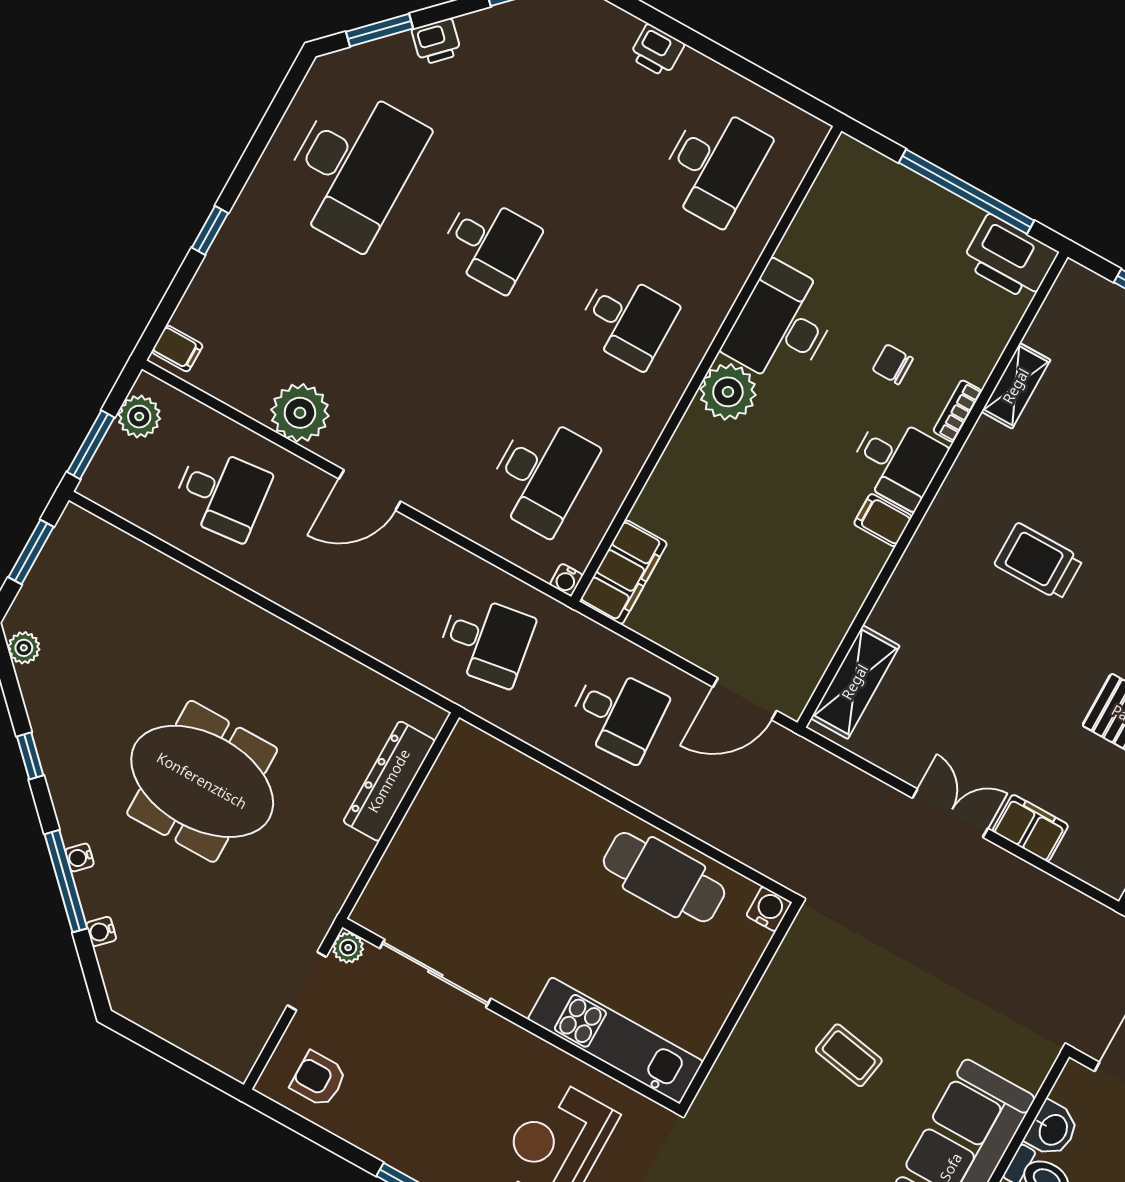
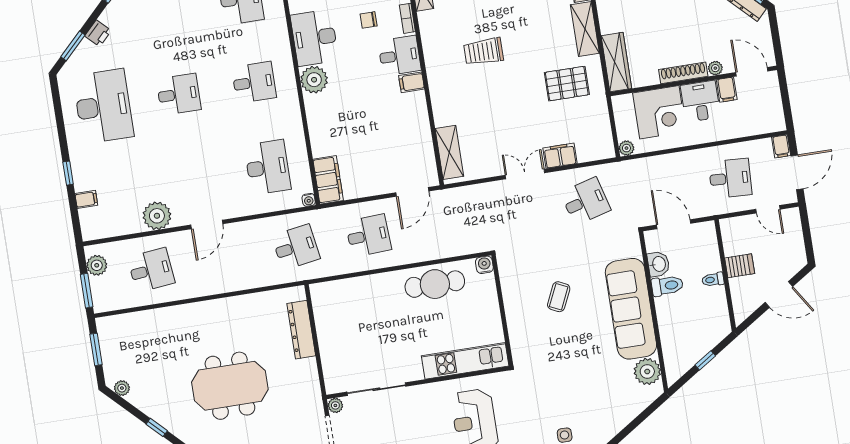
filing cabinet: (177, 348) -> (86, 199), moved
desk: (1014, 934) -> (585, 201), added
coffee table: (849, 1055) -> (559, 297), turned -75

